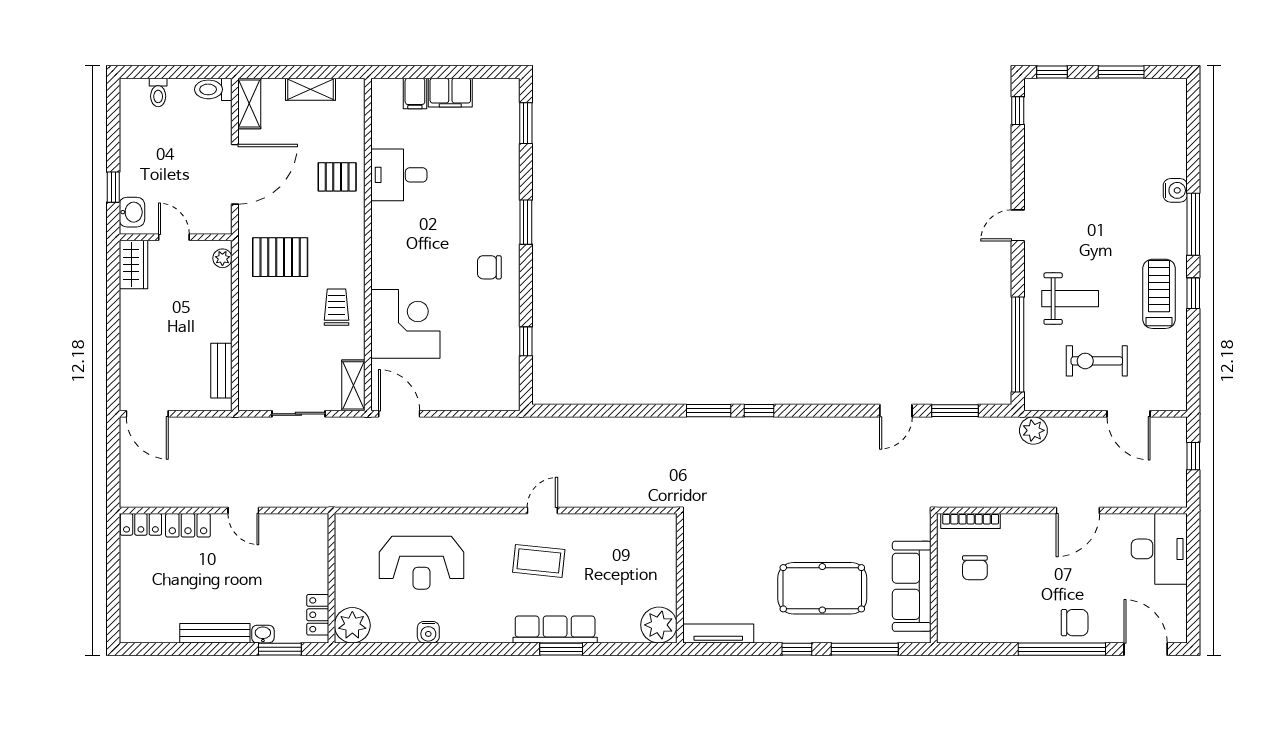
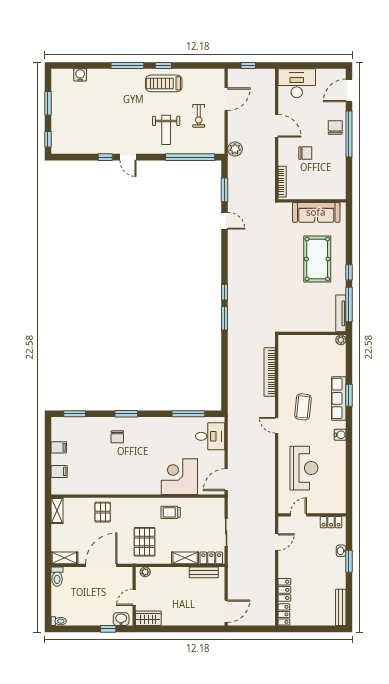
shelving: (311, 89) -> (57, 511), moved
toilet: (158, 92) -> (59, 621), moved
filing cabinet: (450, 93) -> (59, 447), width x0.50
window: (1018, 111) -> (105, 157), moved
door: (235, 174) -> (101, 565), hinge flipped
desk: (399, 175) -> (210, 436), moved, turned -90
water cooler: (1175, 190) -> (80, 75), moved
chair: (489, 267) -> (117, 437), moved
weight bench: (1070, 299) -> (166, 130), turned 180
window: (526, 341) -> (188, 414), width x2.17
exercise bike: (1097, 361) -> (199, 116), width x0.73, depth x0.72
locker: (249, 385) -> (211, 558), added
shelving: (353, 385) -> (185, 558), moved
bookcase: (606, 497) -> (270, 372), added
door: (243, 511) -> (277, 542), moved
door: (542, 511) -> (277, 425), moved
door: (332, 552) -> (298, 515), added
chair: (975, 568) -> (305, 153), moved
plant: (352, 625) -> (337, 504), removed
plant: (659, 625) -> (341, 340), width x0.53, depth x0.53
water cooler: (428, 632) -> (340, 435), moved
bench: (215, 633) -> (341, 607), moved
window: (280, 649) -> (349, 561), moved
window: (865, 649) -> (349, 305), moved

